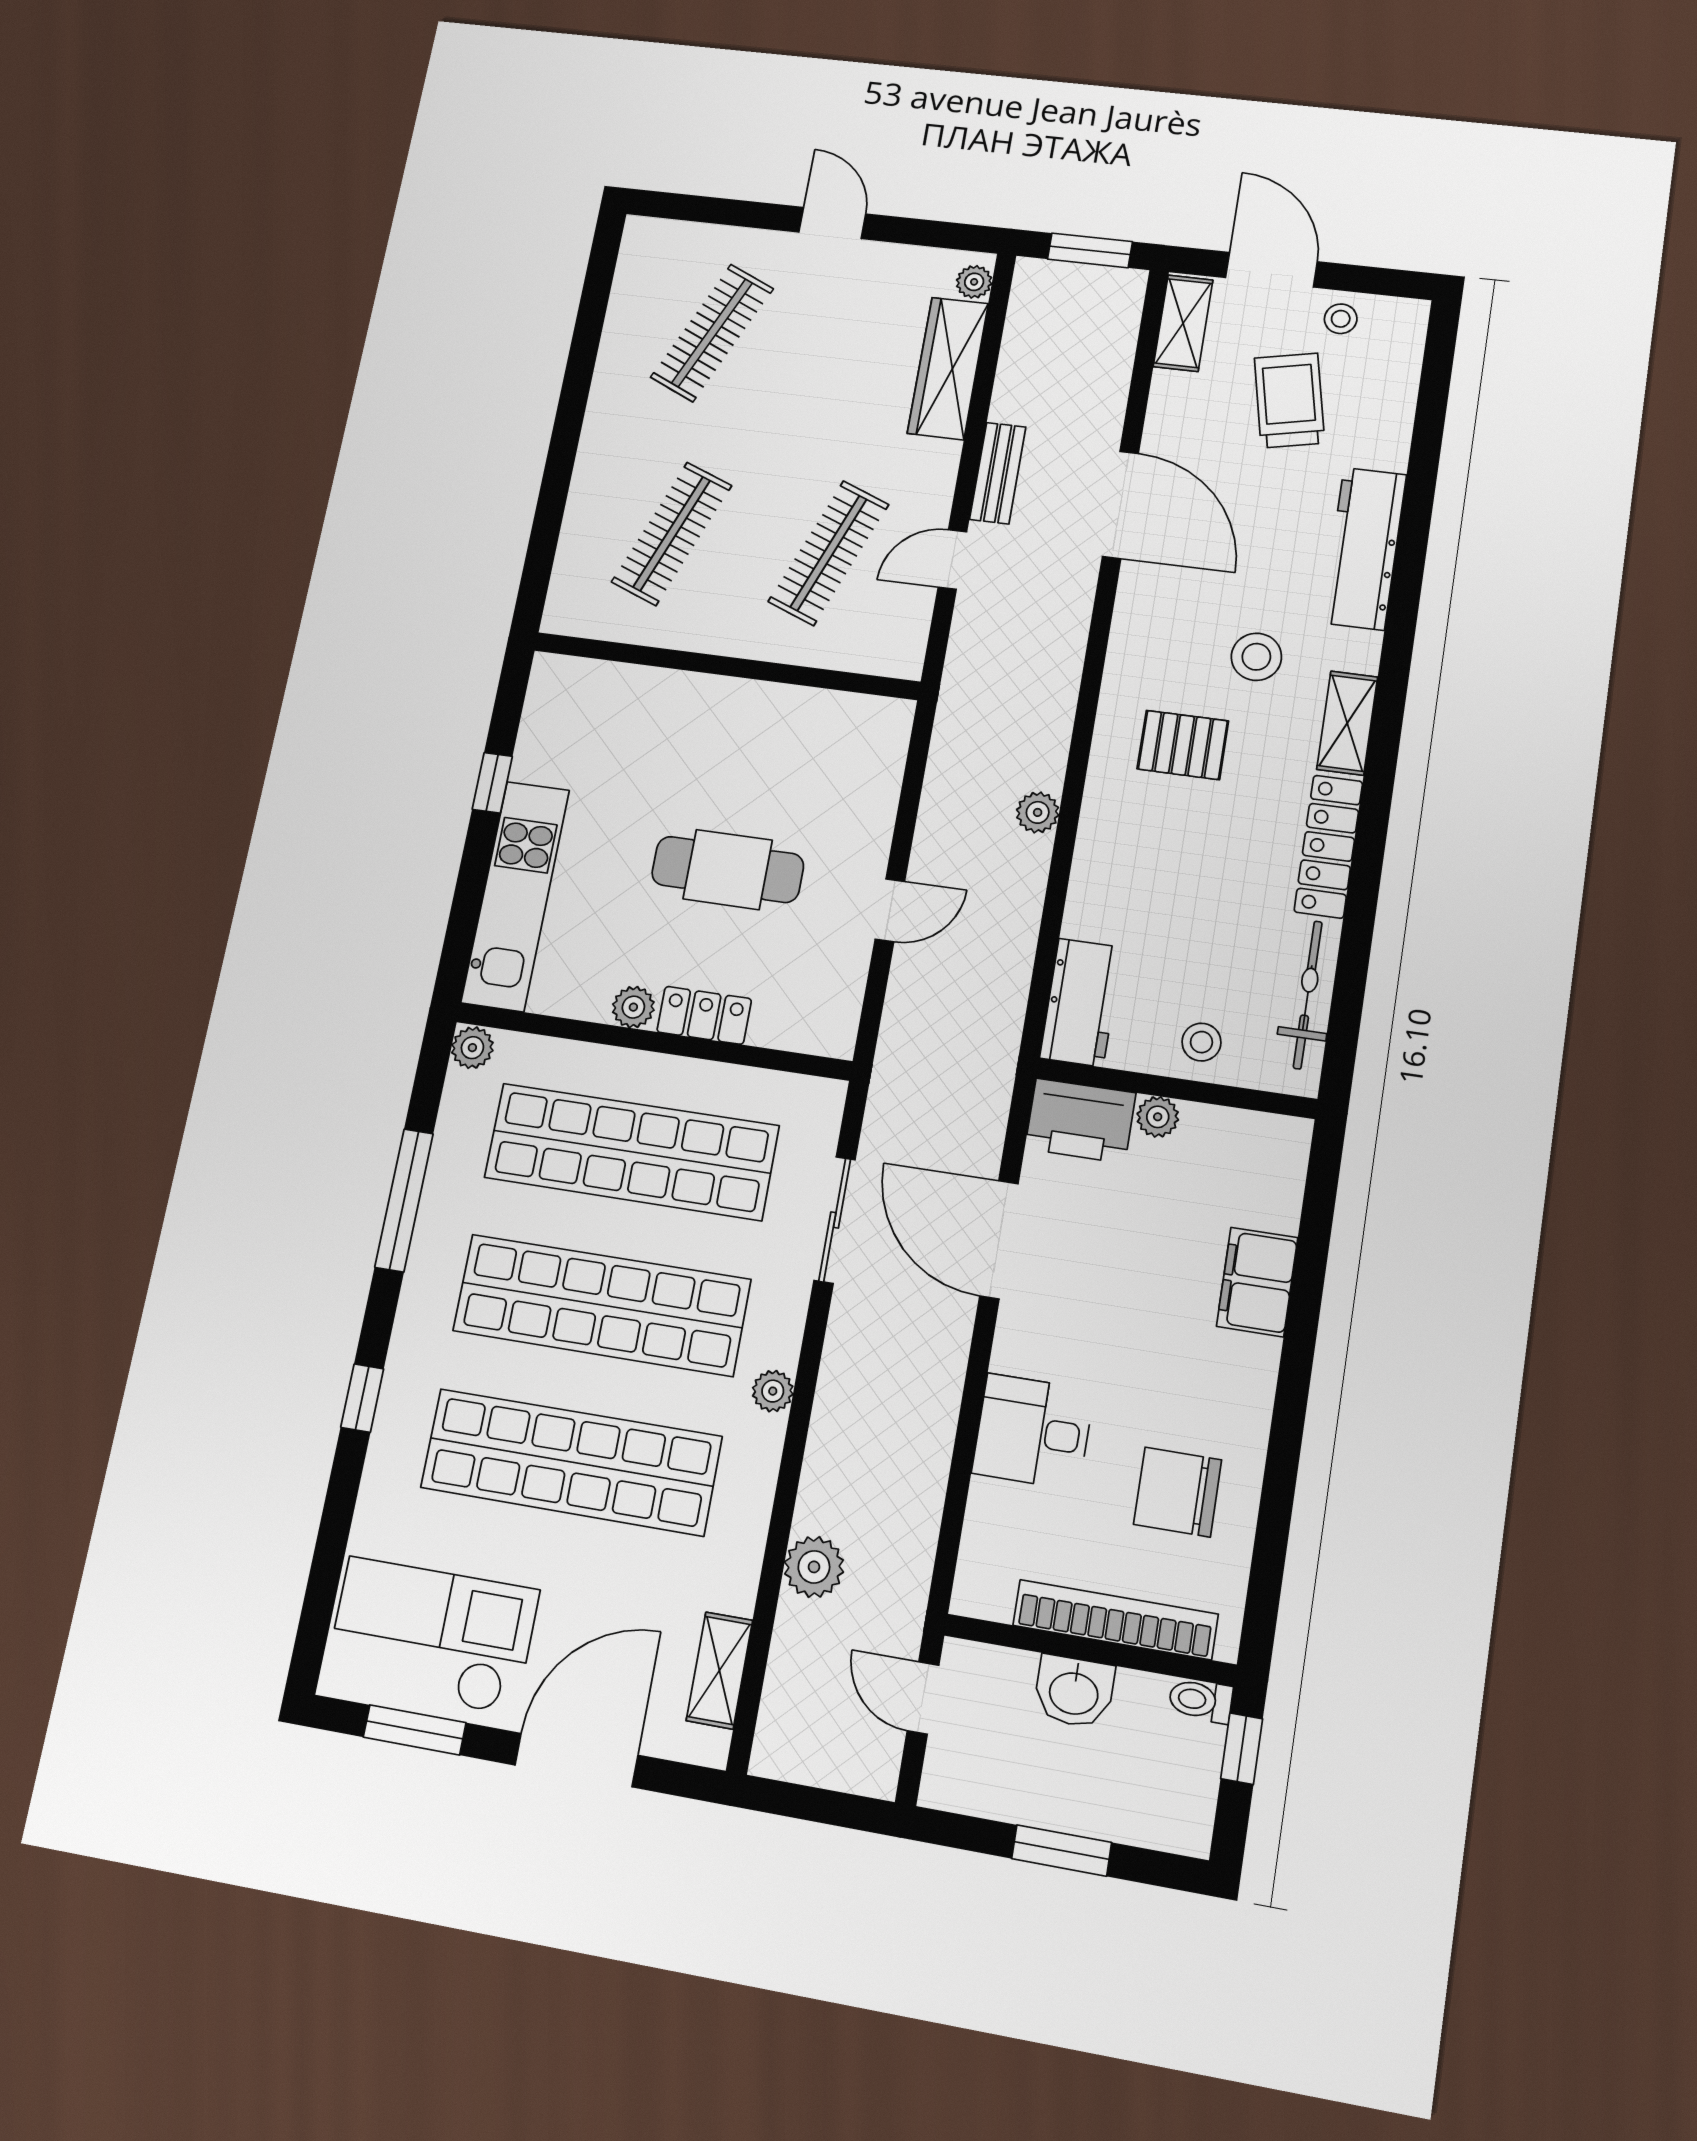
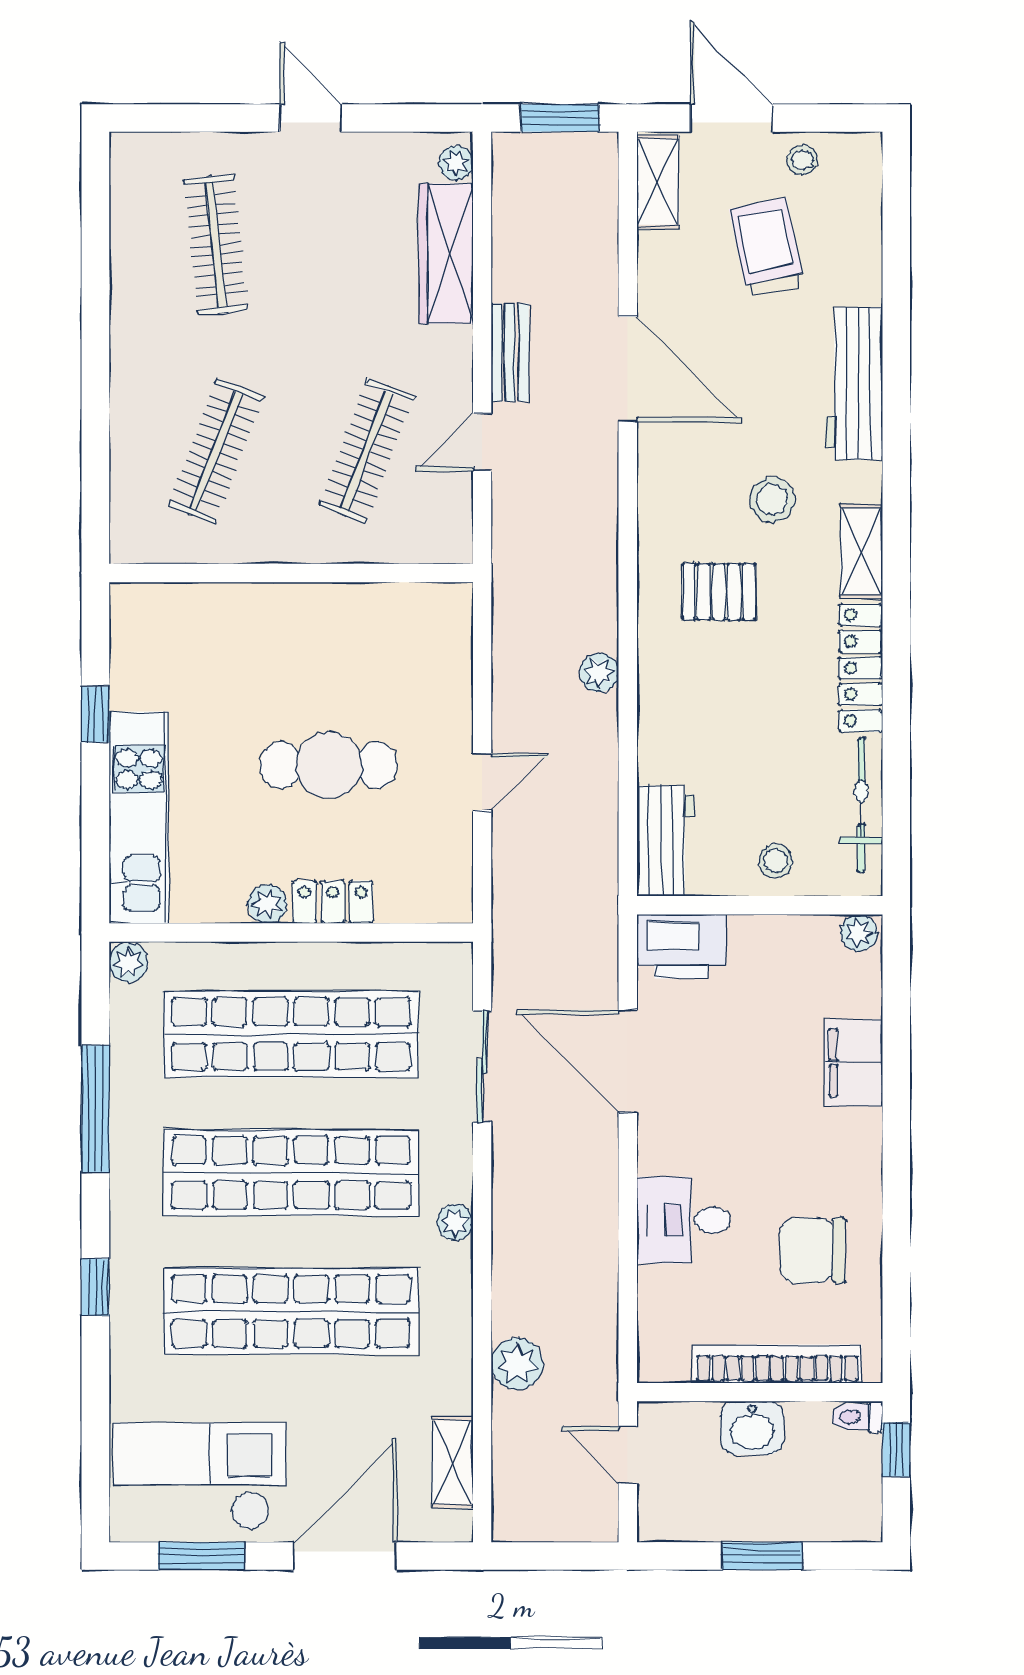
clothes rail: (712, 333) -> (216, 245), turned -30
plant: (1158, 1117) -> (859, 933), moved

